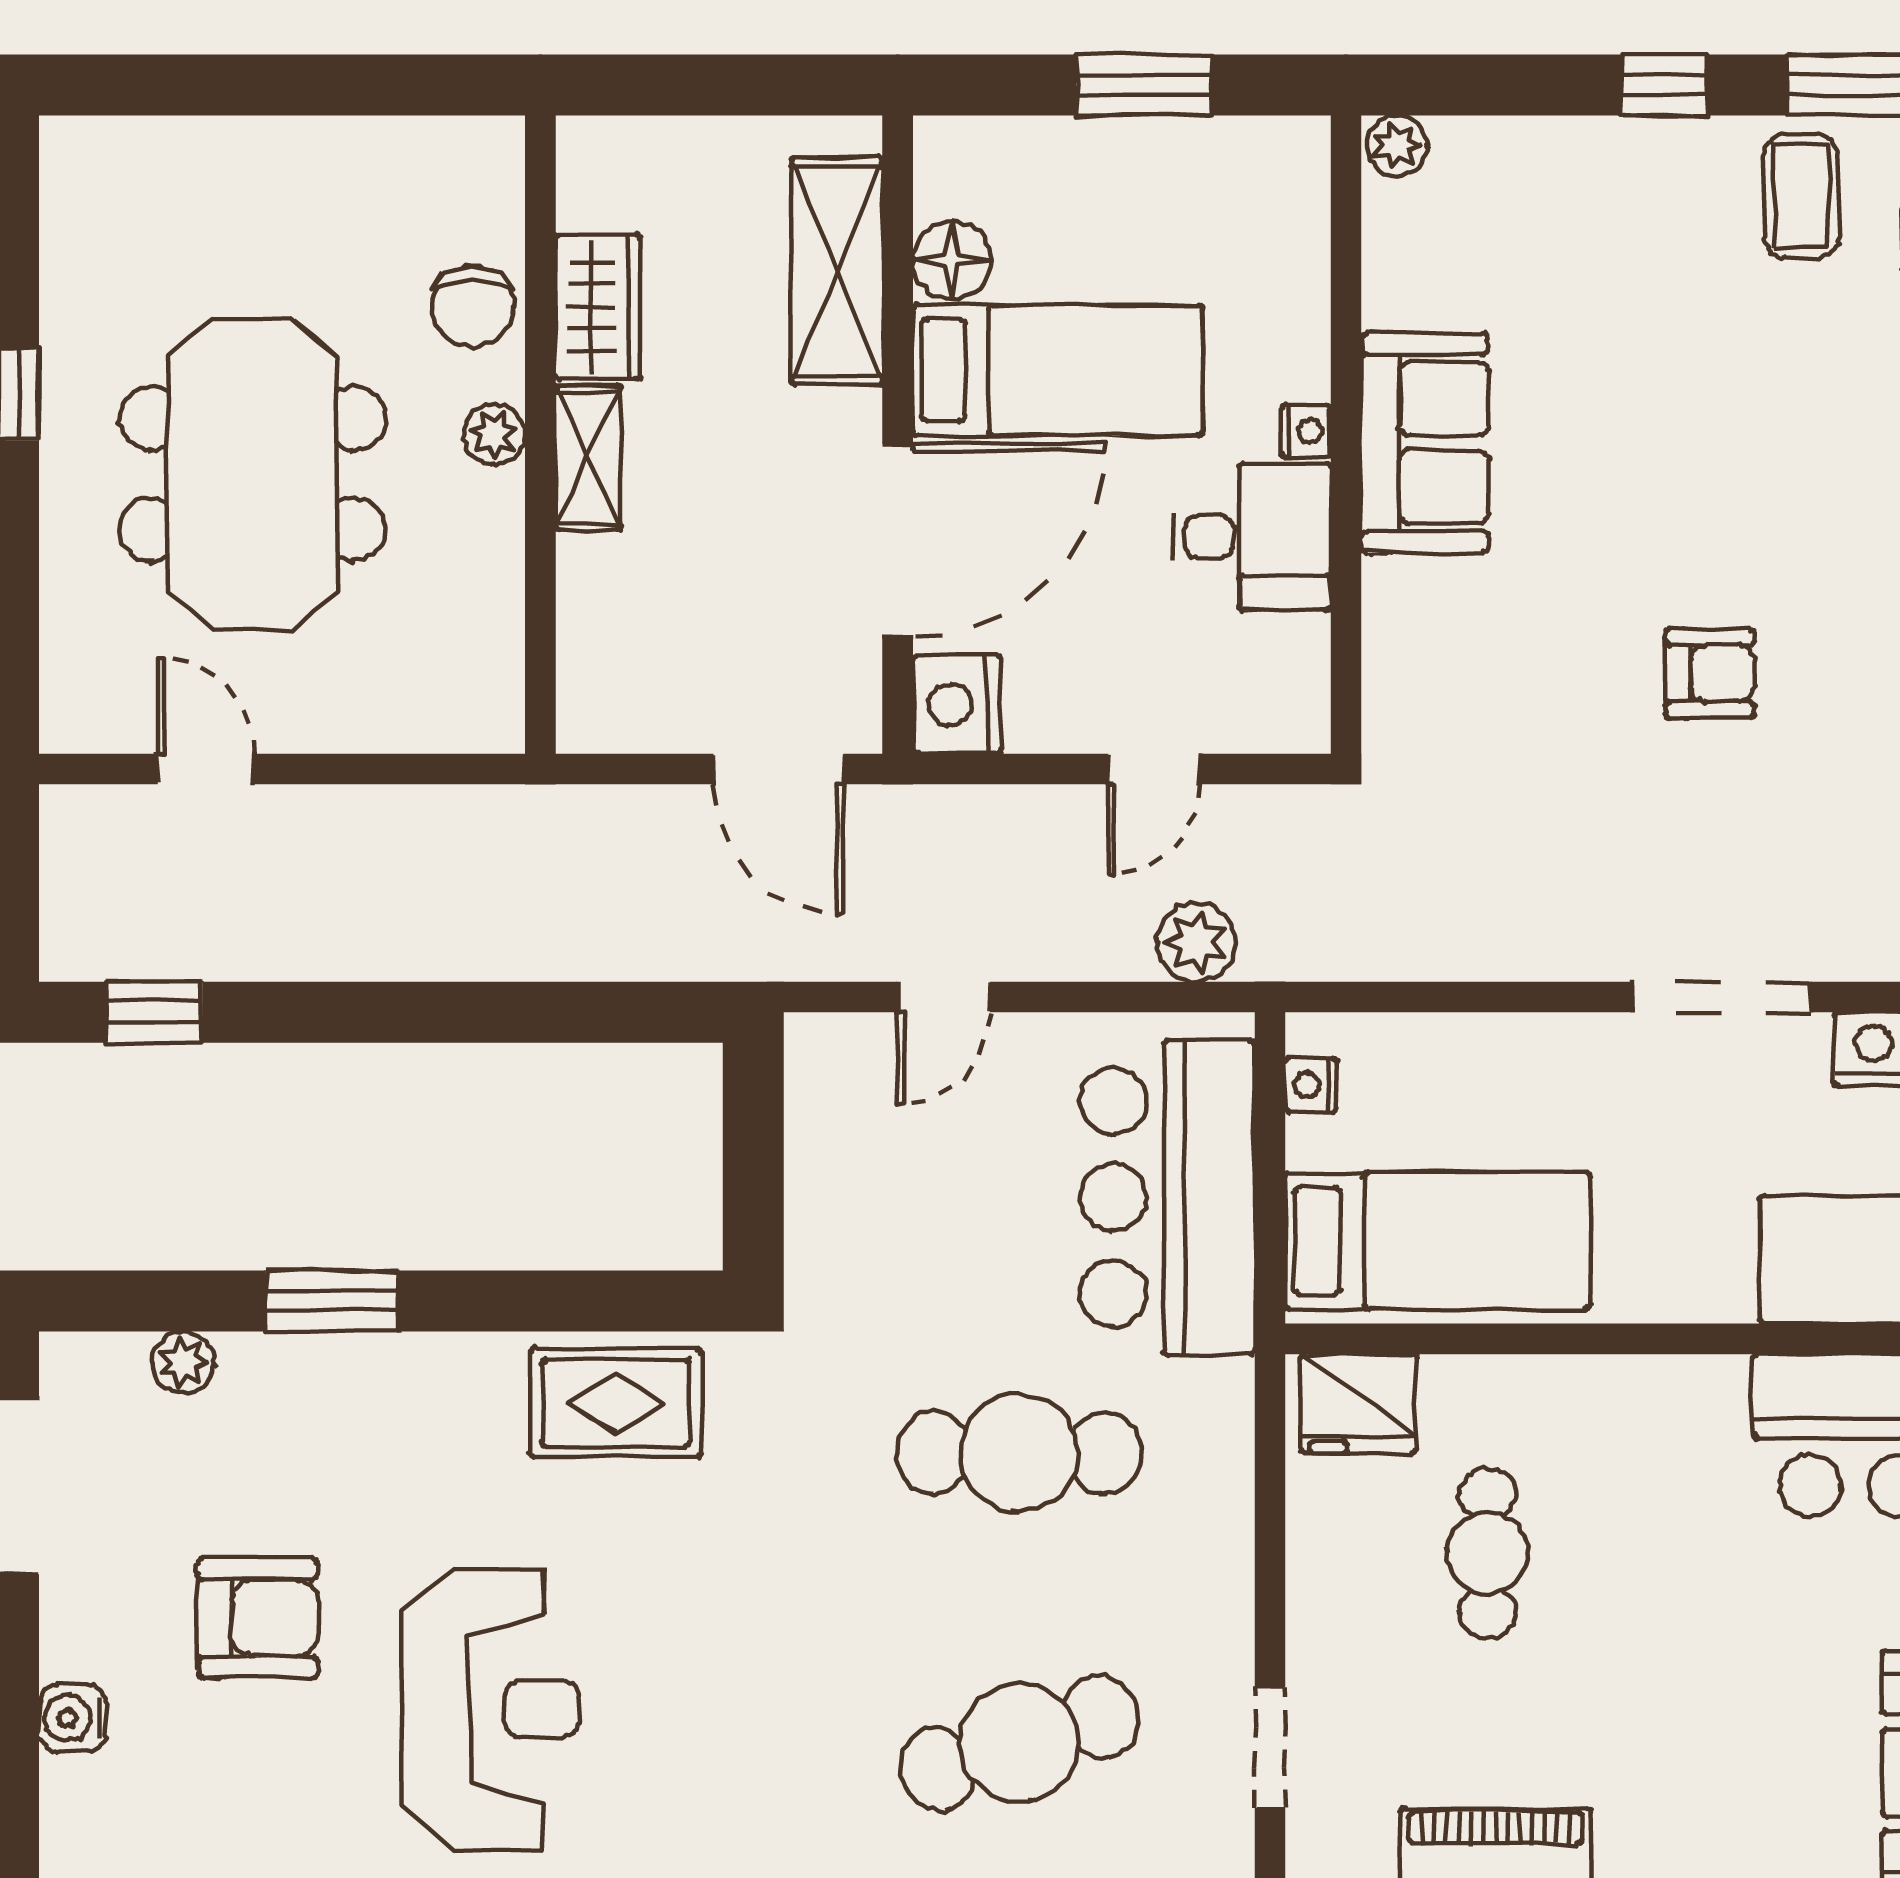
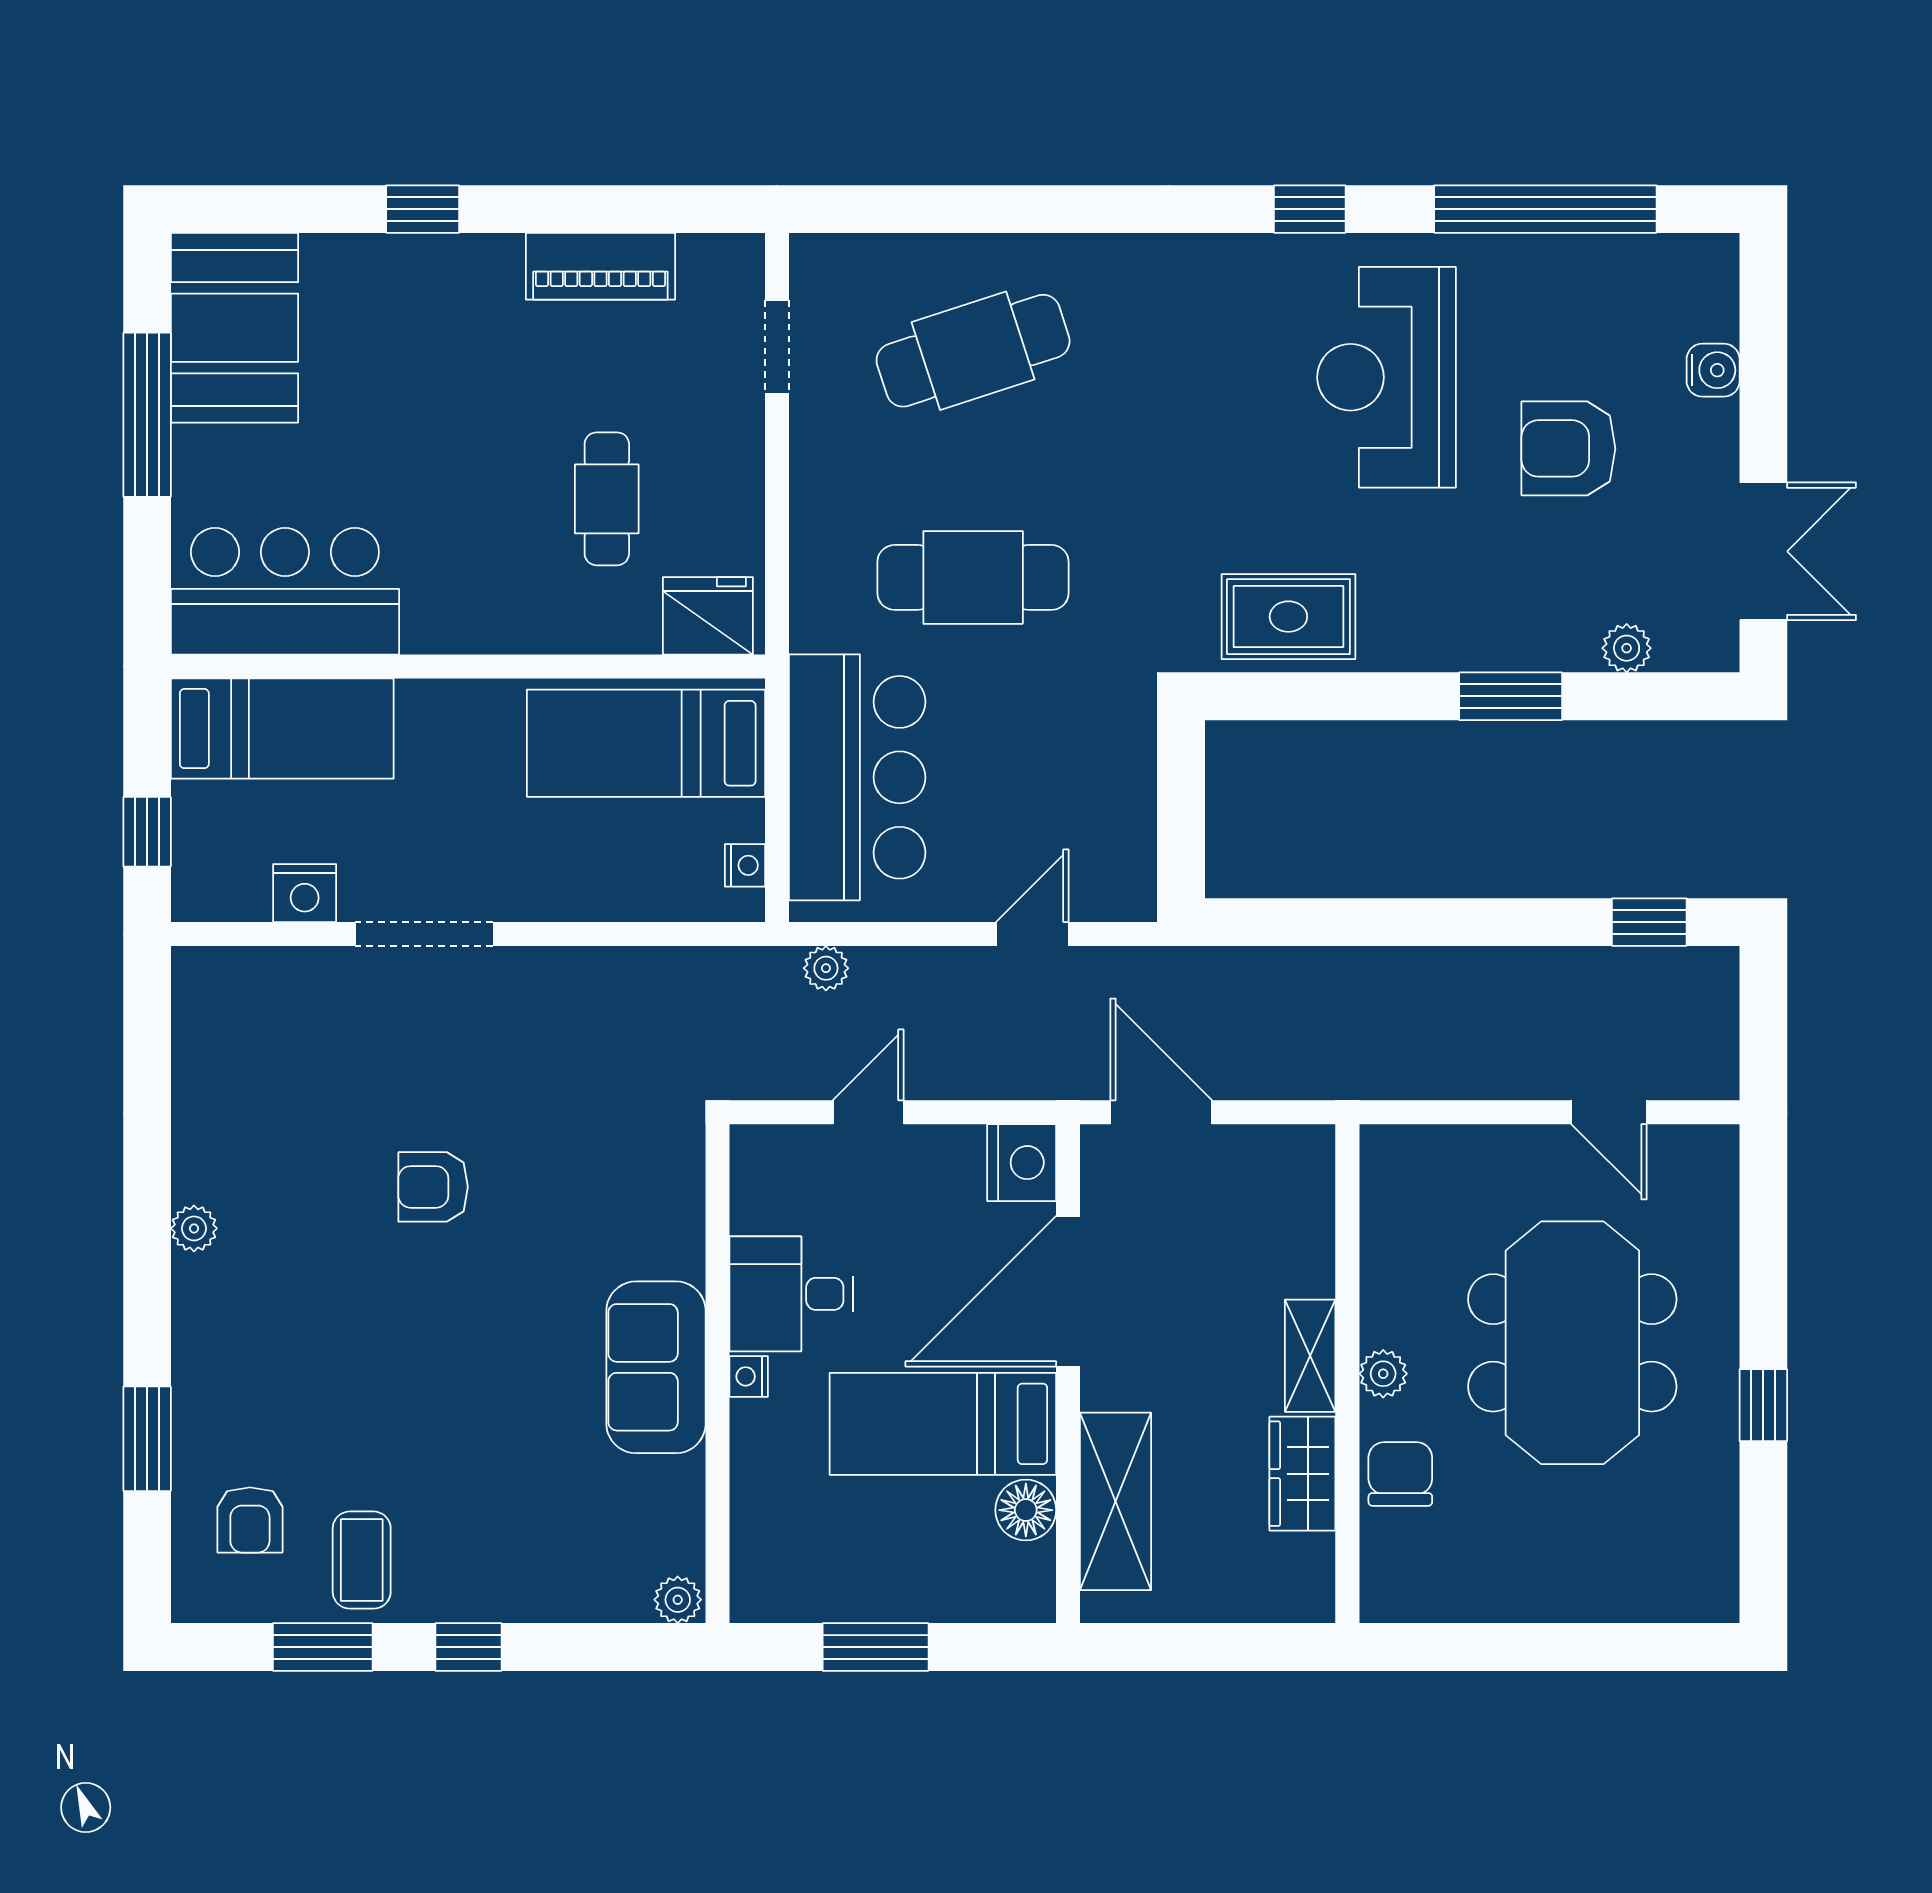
plant: (1197, 942) -> (826, 968), width x0.73, depth x0.73

